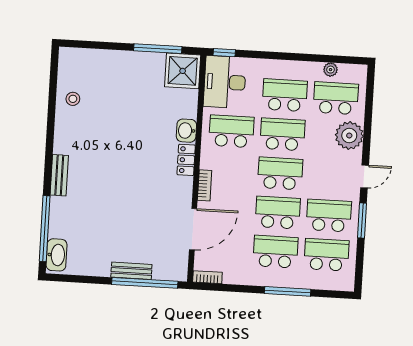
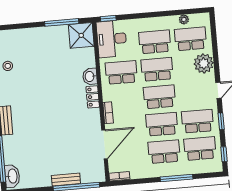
window: (362, 220) -> (221, 121), width x0.67
window: (359, 268) -> (224, 154), added

